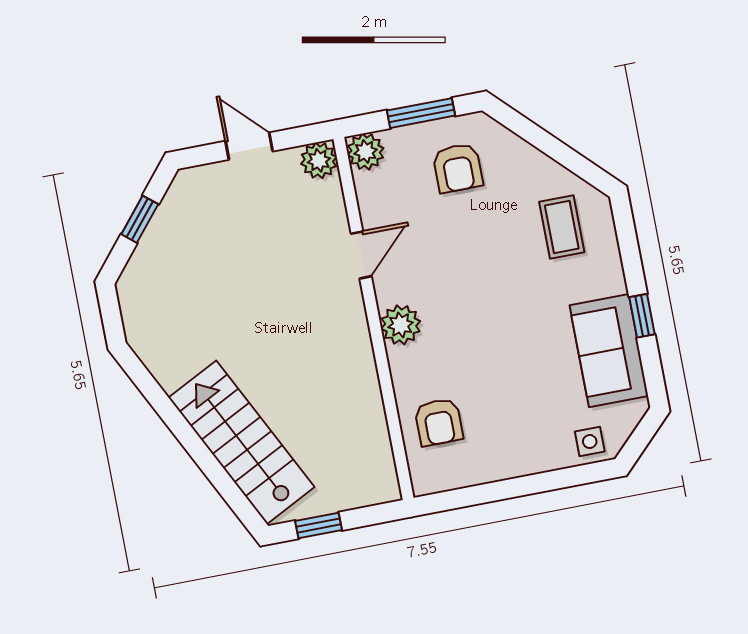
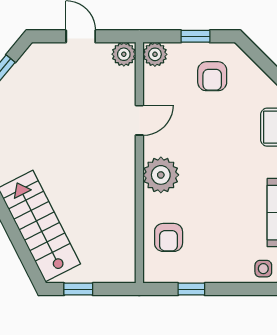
window: (421, 113) -> (195, 36), width x0.67
plant: (401, 325) -> (161, 175), width x1.36, depth x1.36
window: (488, 493) -> (191, 289), added

